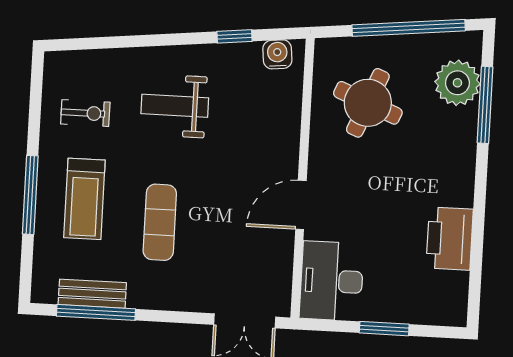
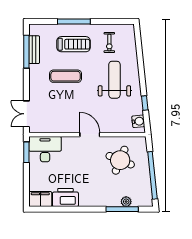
plant: (457, 83) -> (126, 202), width x0.53, depth x0.53
weight bench: (175, 106) -> (114, 80), width x1.36, depth x1.33
treadmill: (84, 199) -> (74, 44), turned 180
door: (301, 205) -> (90, 135), moved
filing cabinet: (450, 299) -> (40, 199), added
window: (384, 329) -> (26, 152), moved

